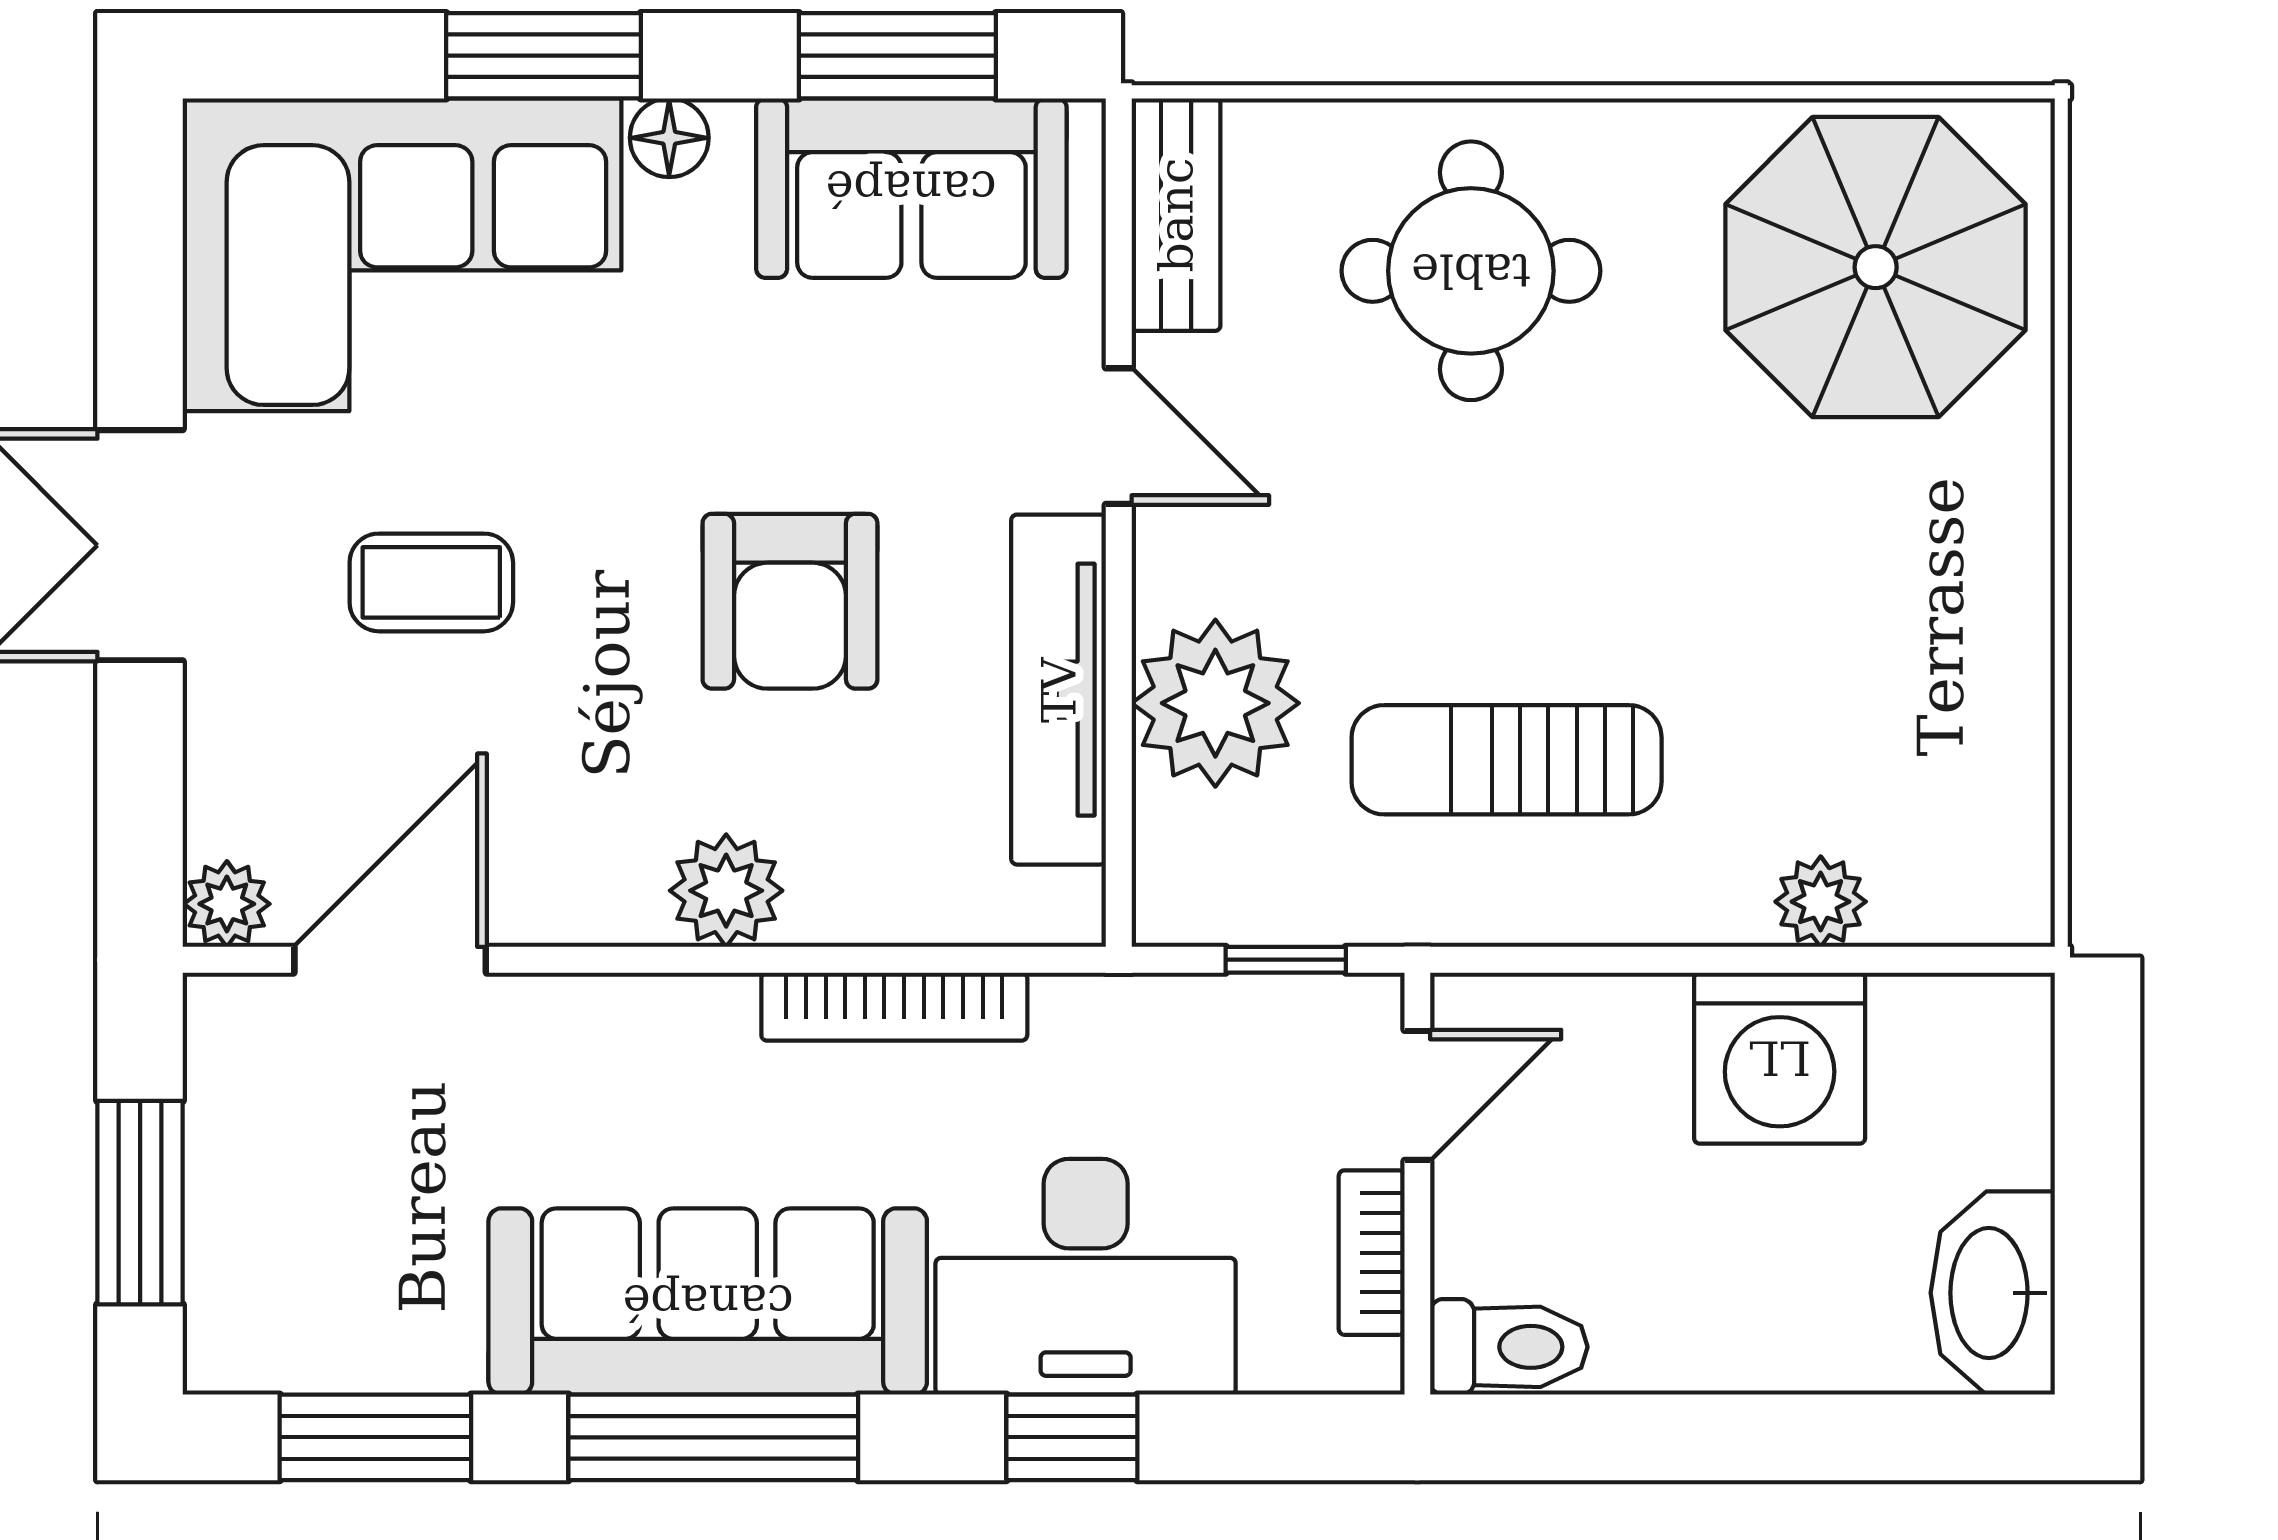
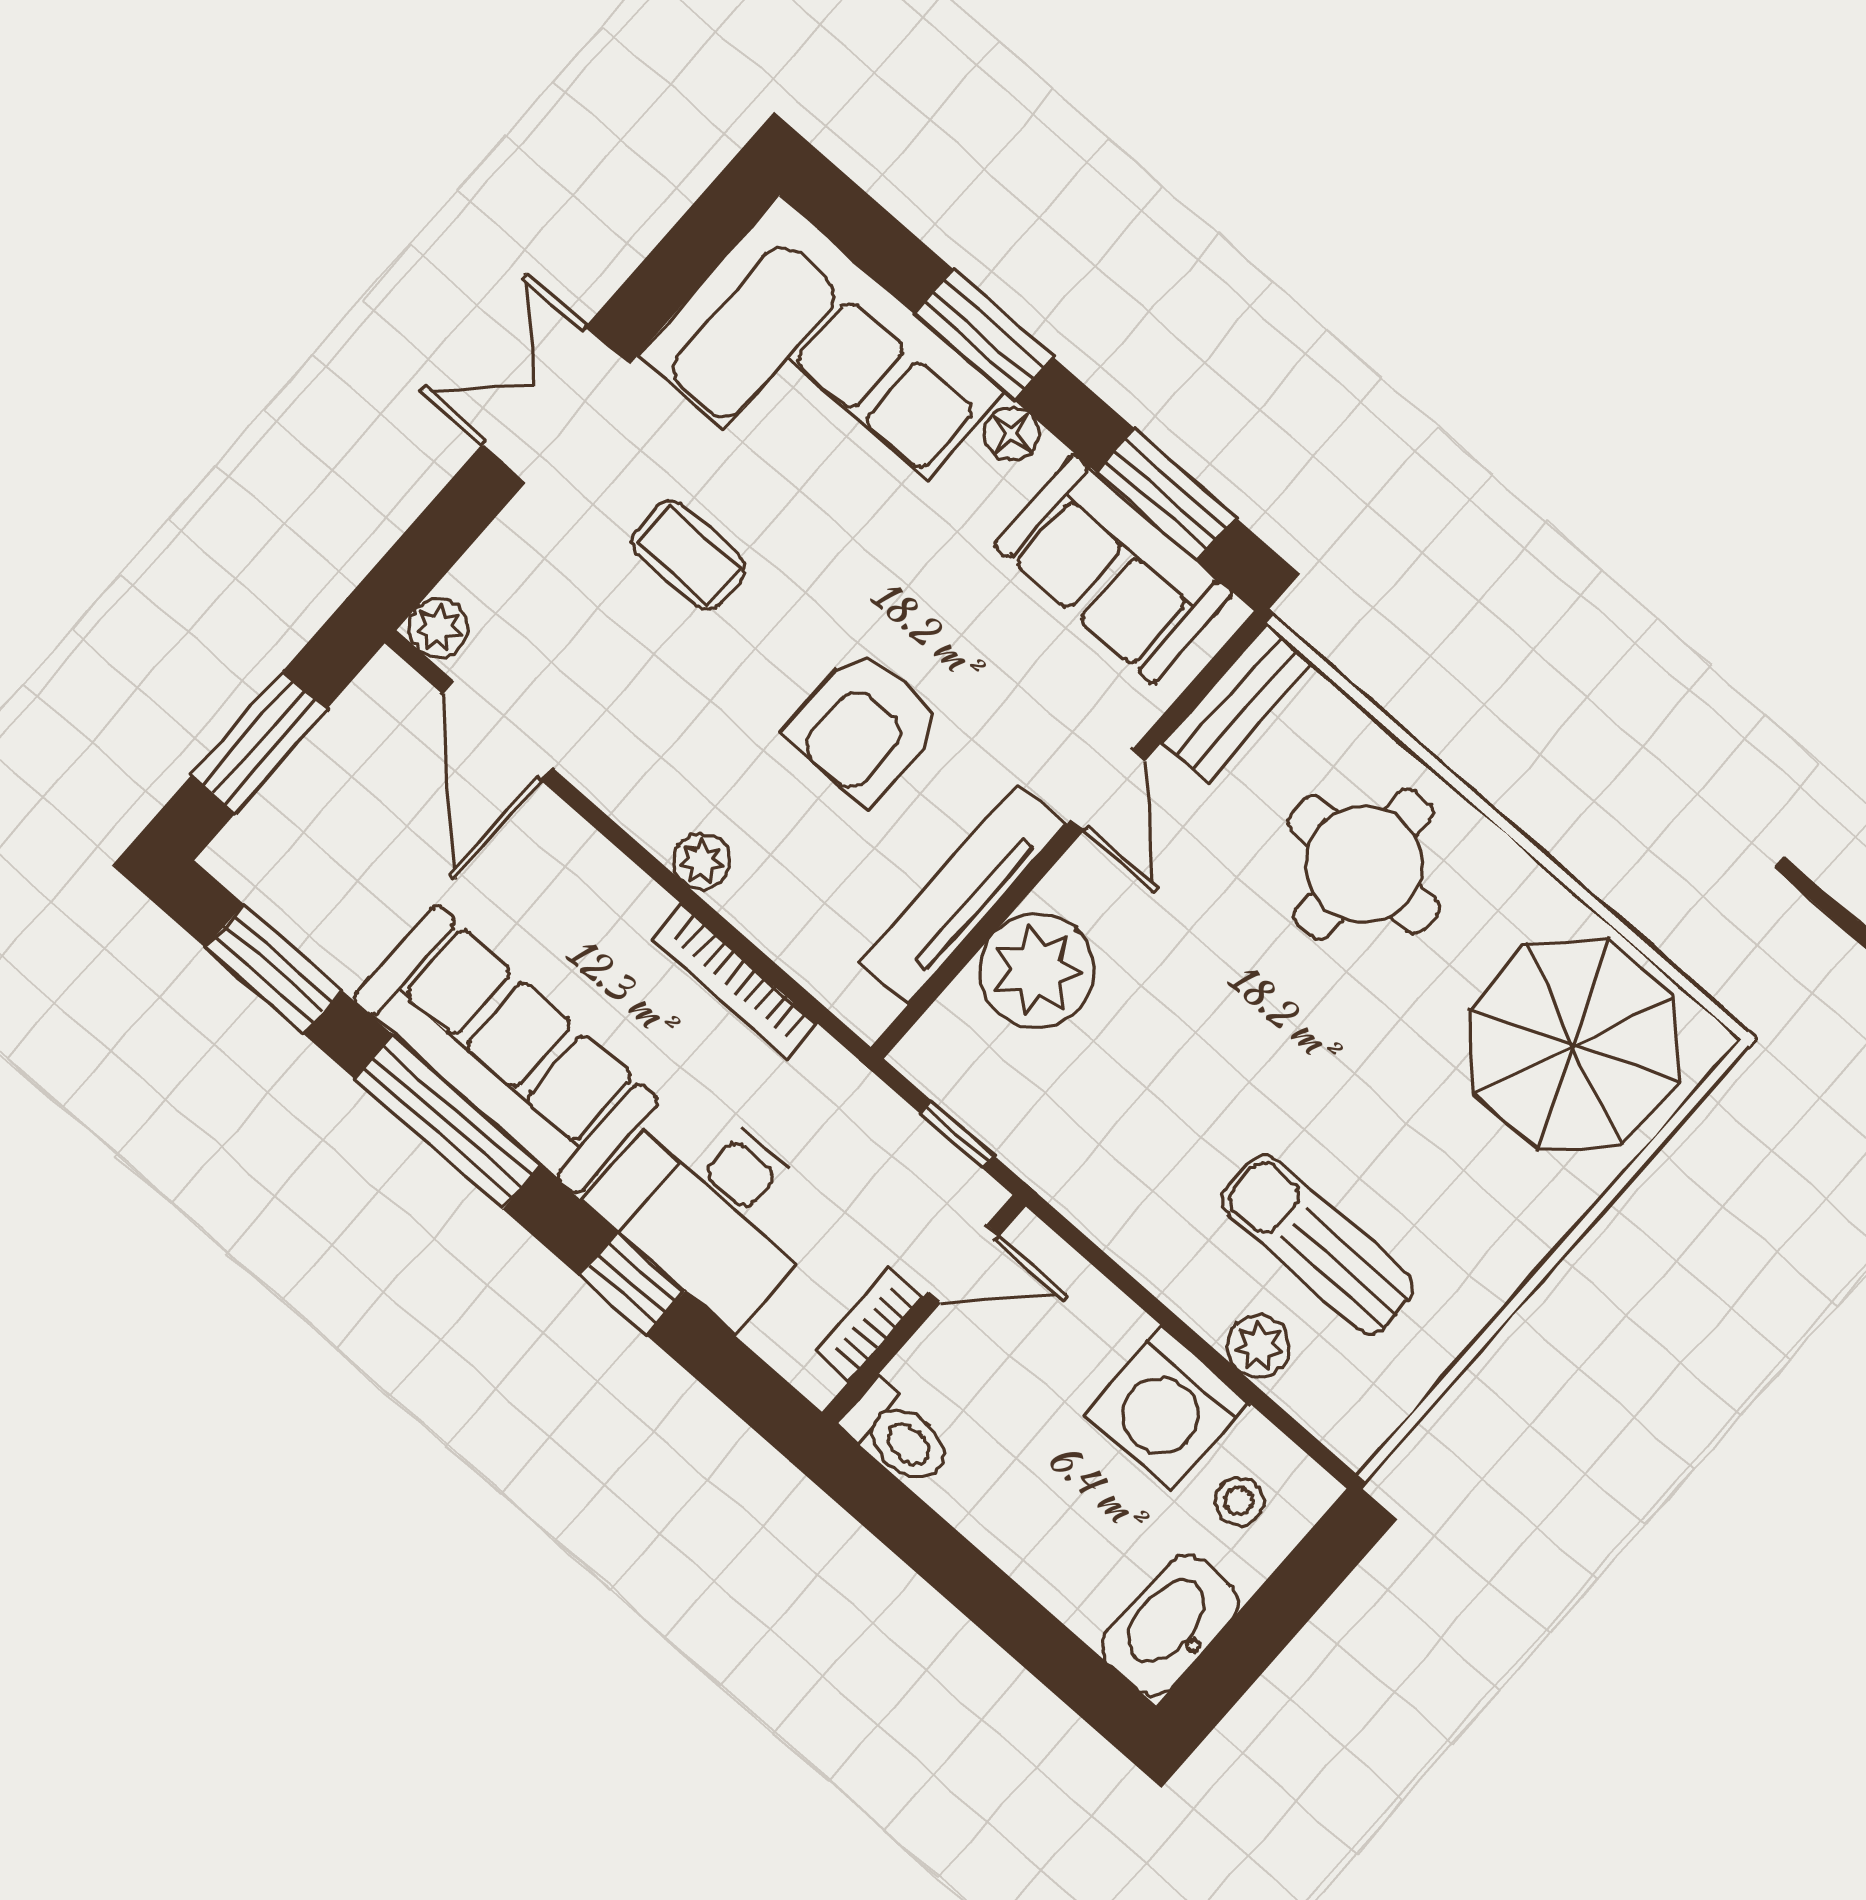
sun lounger: (1507, 760) -> (1318, 1244), moved
plant: (726, 891) -> (702, 861), width x0.73, depth x0.73
door: (390, 960) -> (497, 730), swing flipped
stool: (1949, 1090) -> (1239, 1501), added

